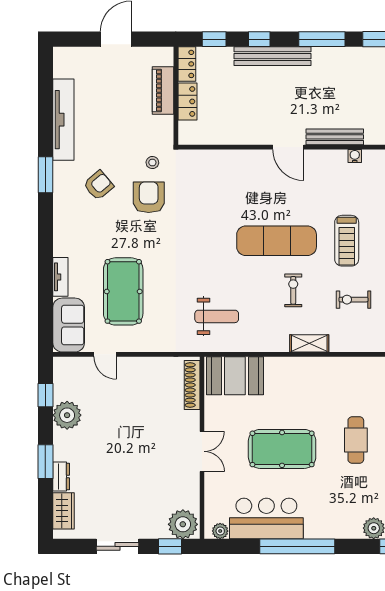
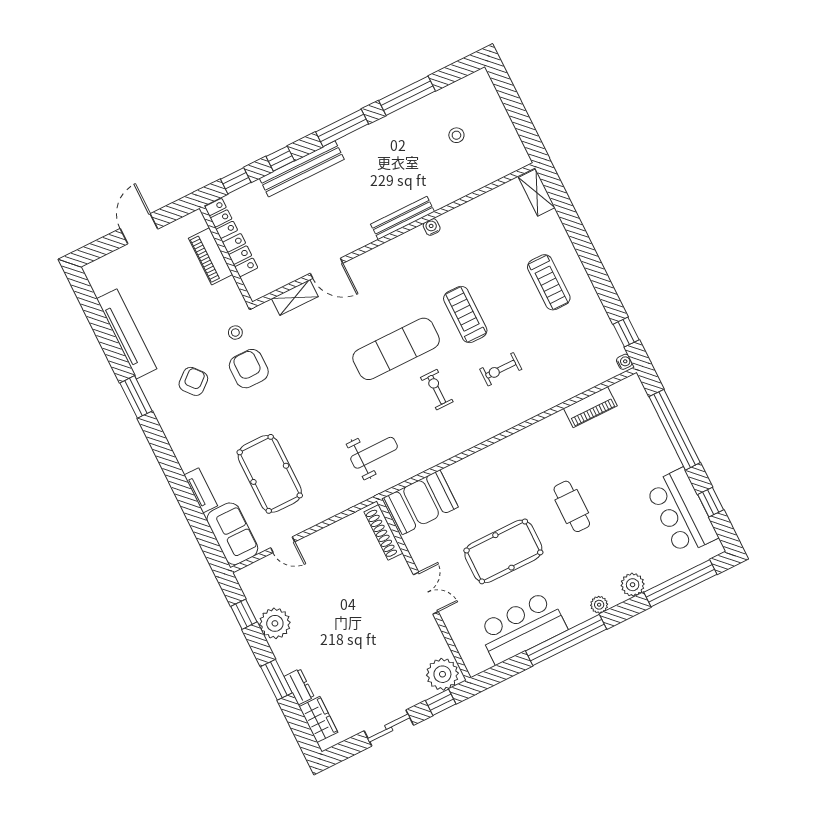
door: (288, 147) -> (327, 268), moved
treadmill: (347, 241) -> (465, 314), turned 180
shelving: (309, 343) -> (295, 297), moved
plant: (220, 531) -> (599, 605), moved

